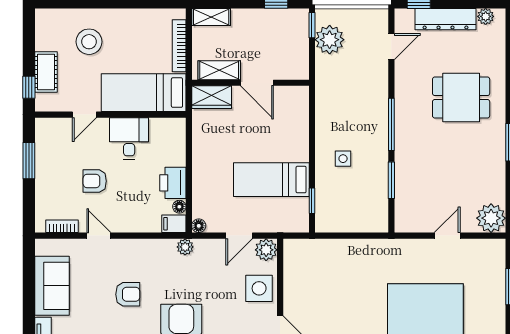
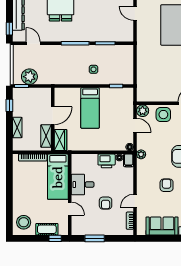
shelving: (211, 17) -> (17, 127), moved
stool: (89, 42) -> (24, 222), moved
bed: (271, 180) -> (90, 108), moved

